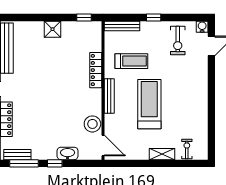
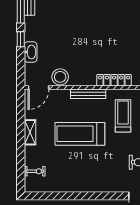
treadmill: (131, 61) -> (123, 116), turned 180
treadmill: (149, 104) -> (80, 134), turned 180
shelving: (162, 154) -> (30, 132), moved

